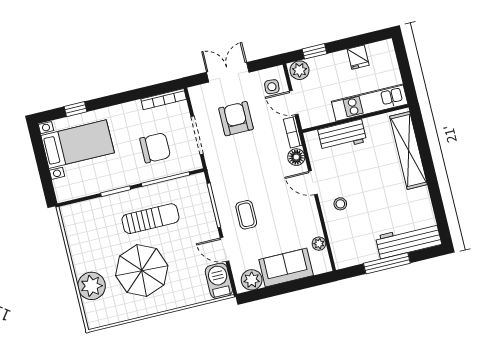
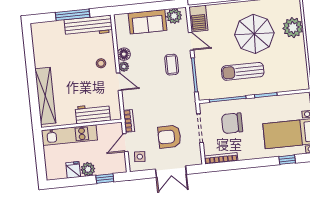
plant: (299, 70) -> (88, 169), moved
door: (294, 103) -> (125, 143), swing flipped
armchair: (236, 119) -> (169, 137), turned 90
floor lamp: (296, 157) -> (124, 54), moved
workbench: (408, 240) -> (88, 26), moved
plant: (319, 244) -> (124, 67), moved

